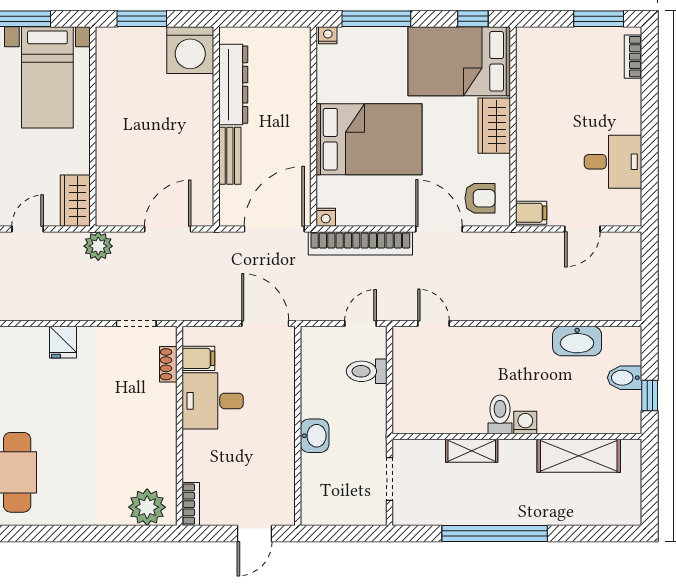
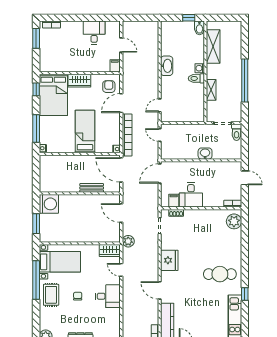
dresser: (233, 85) -> (63, 186), removed
bed: (369, 139) -> (85, 132), width x0.67
washbasin: (577, 341) -> (167, 66), moved
fridge: (63, 342) -> (169, 260), width x1.88, depth x1.34
toilet: (367, 371) -> (237, 132), moved
bidet: (625, 378) -> (199, 28), moved

